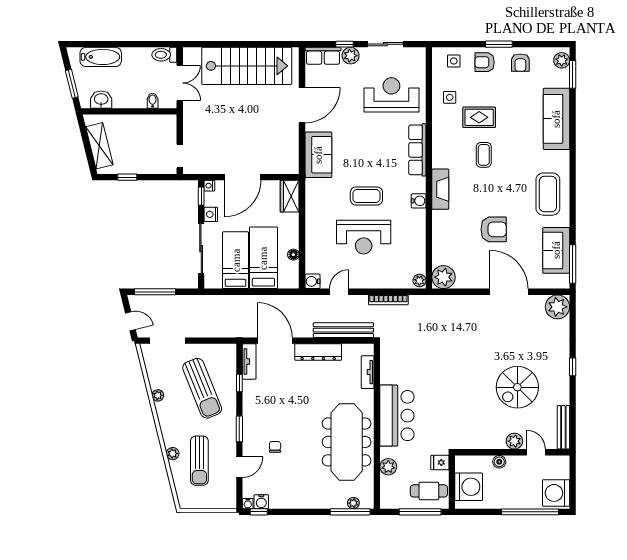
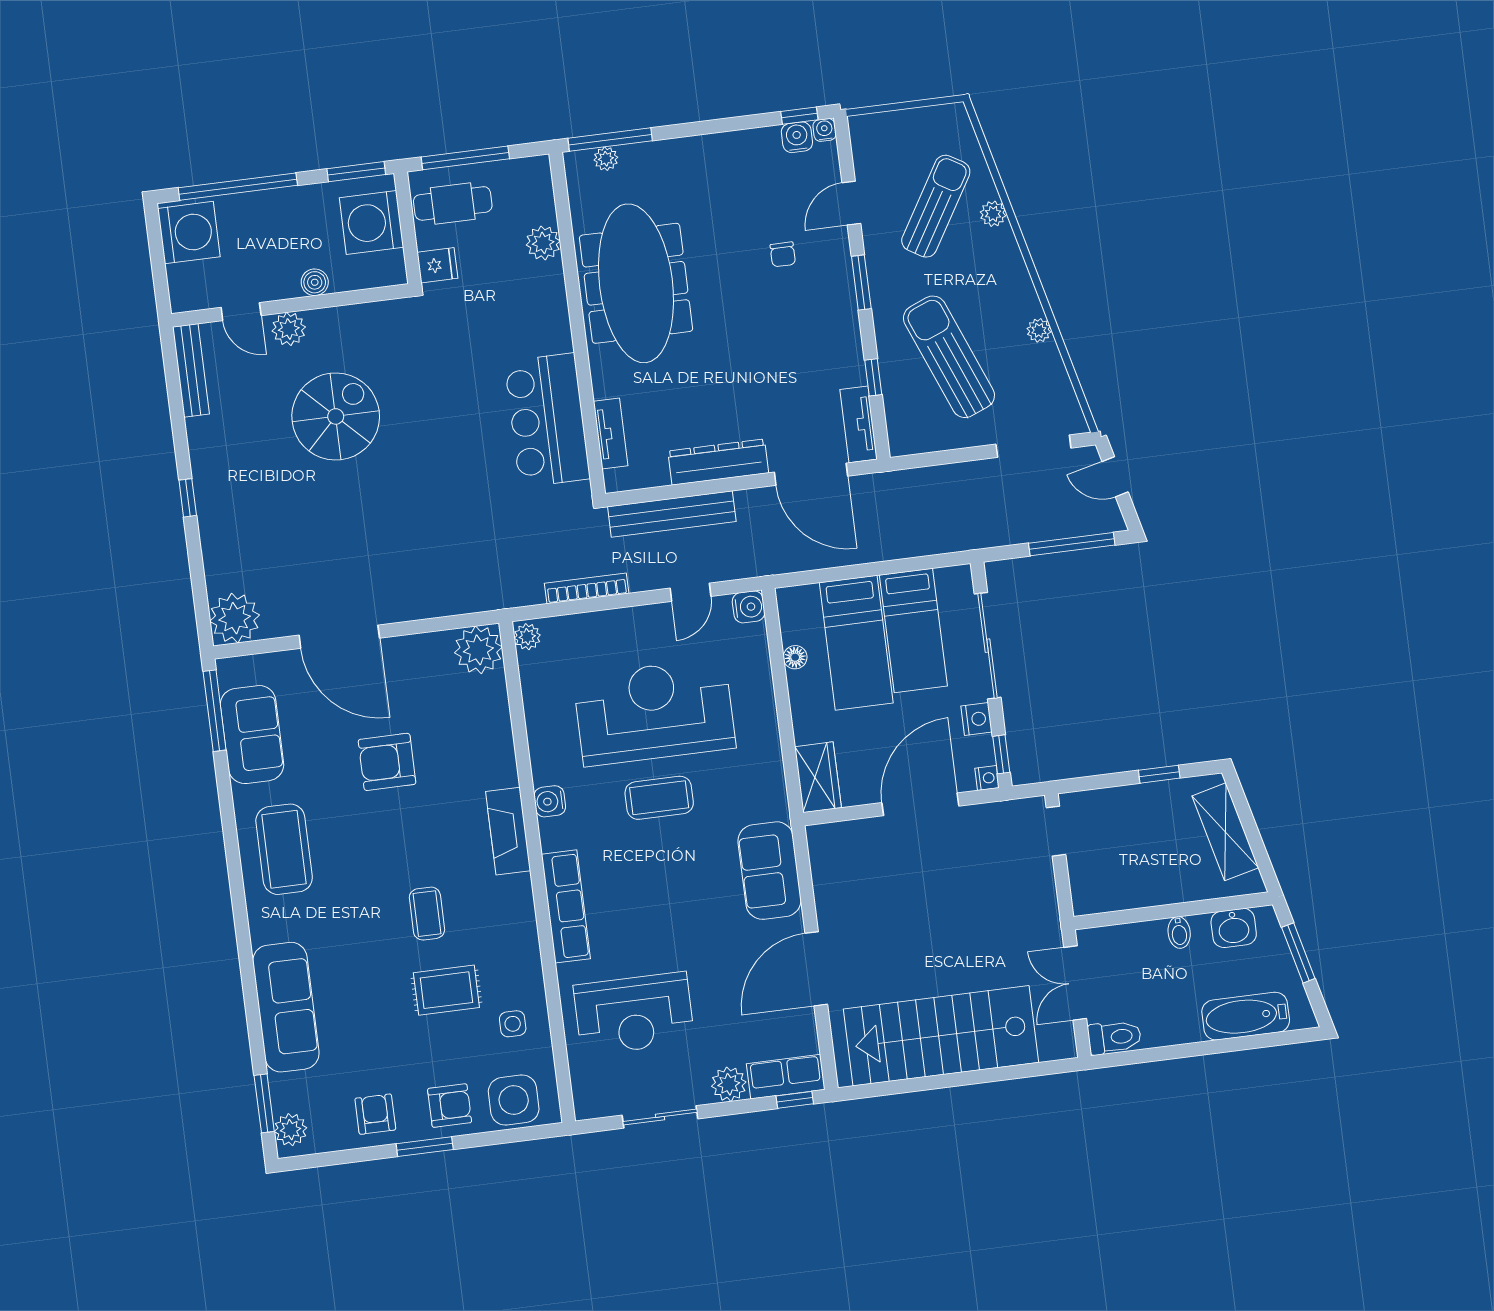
window: (344, 44) -> (795, 1100), moved
side table: (454, 61) -> (514, 1100), width x1.87, depth x1.87
bidet: (153, 101) -> (1179, 932), moved
reception desk: (364, 237) -> (654, 712), width x1.36, depth x1.30
spiral stairs: (517, 387) -> (336, 416), moved
bar counter: (397, 416) -> (547, 420), moved
sun lounger: (199, 461) -> (936, 206), turned 31
window: (473, 512) -> (356, 172), added

